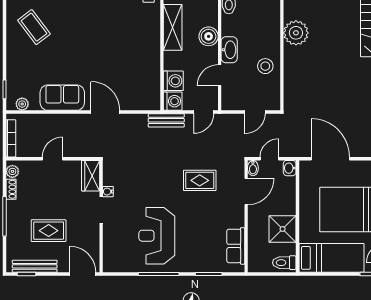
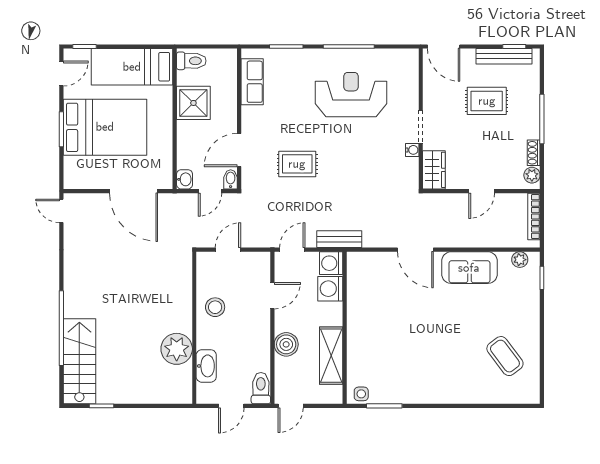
washbasin: (229, 50) -> (206, 366), moved, turned 180
reception desk: (157, 236) -> (351, 95), turned -90

